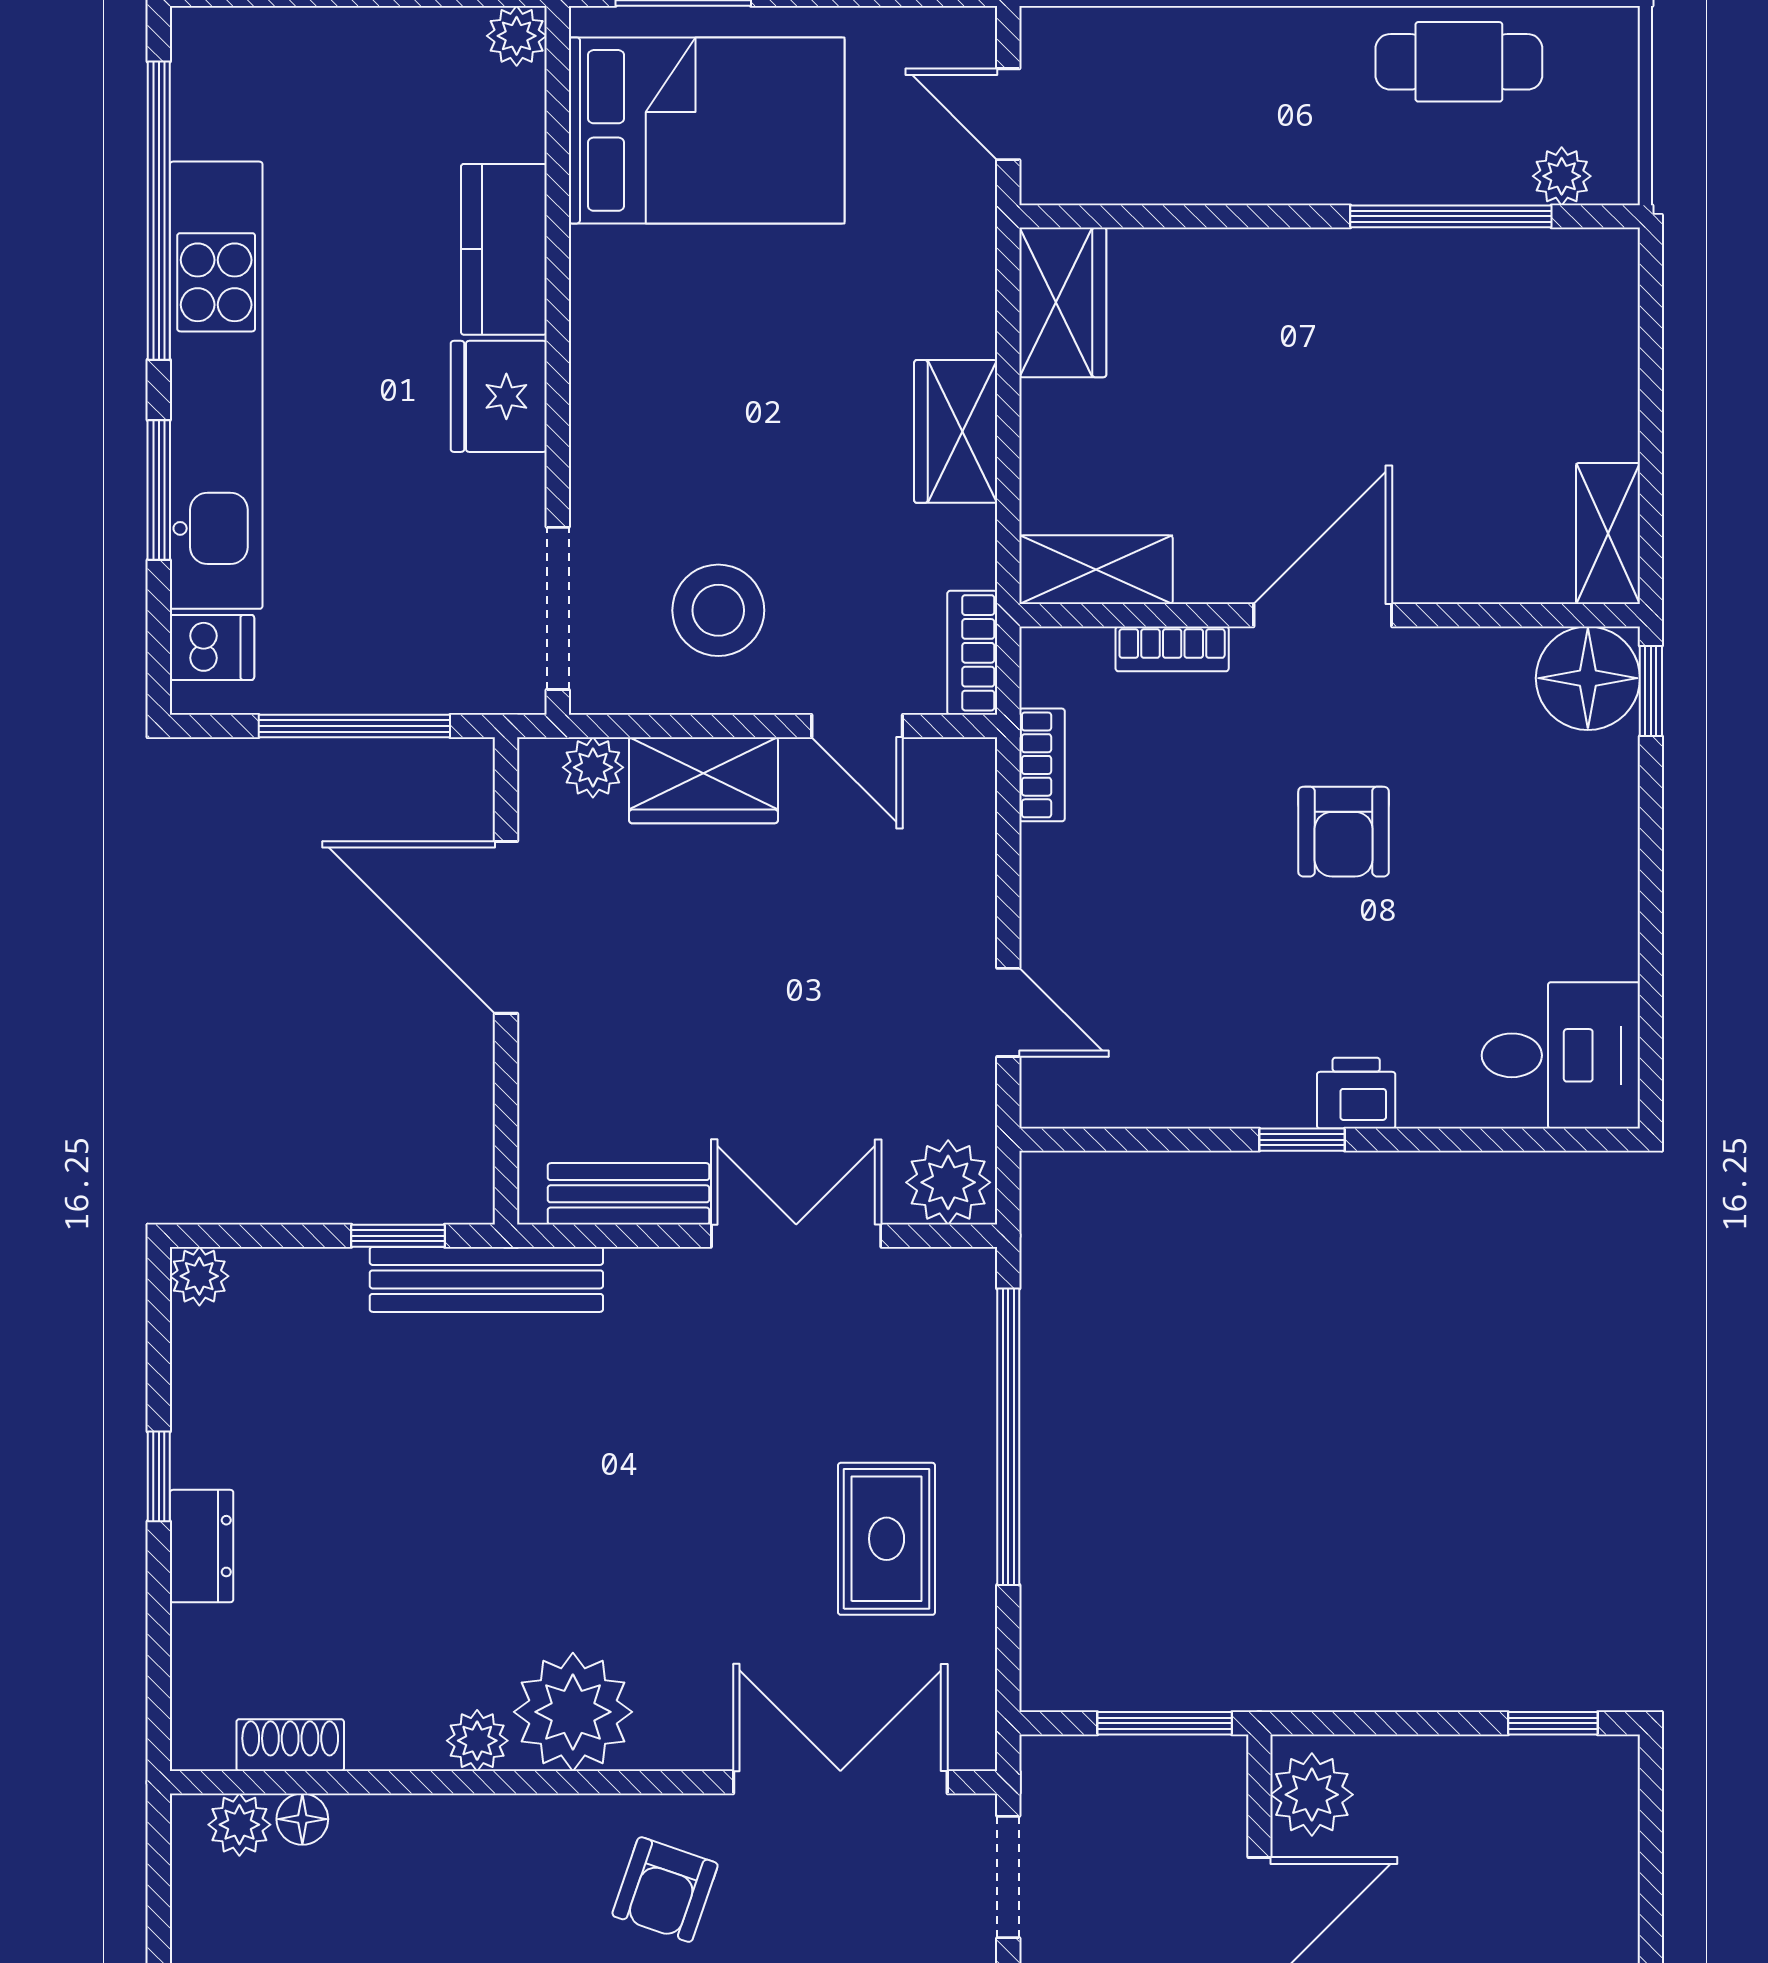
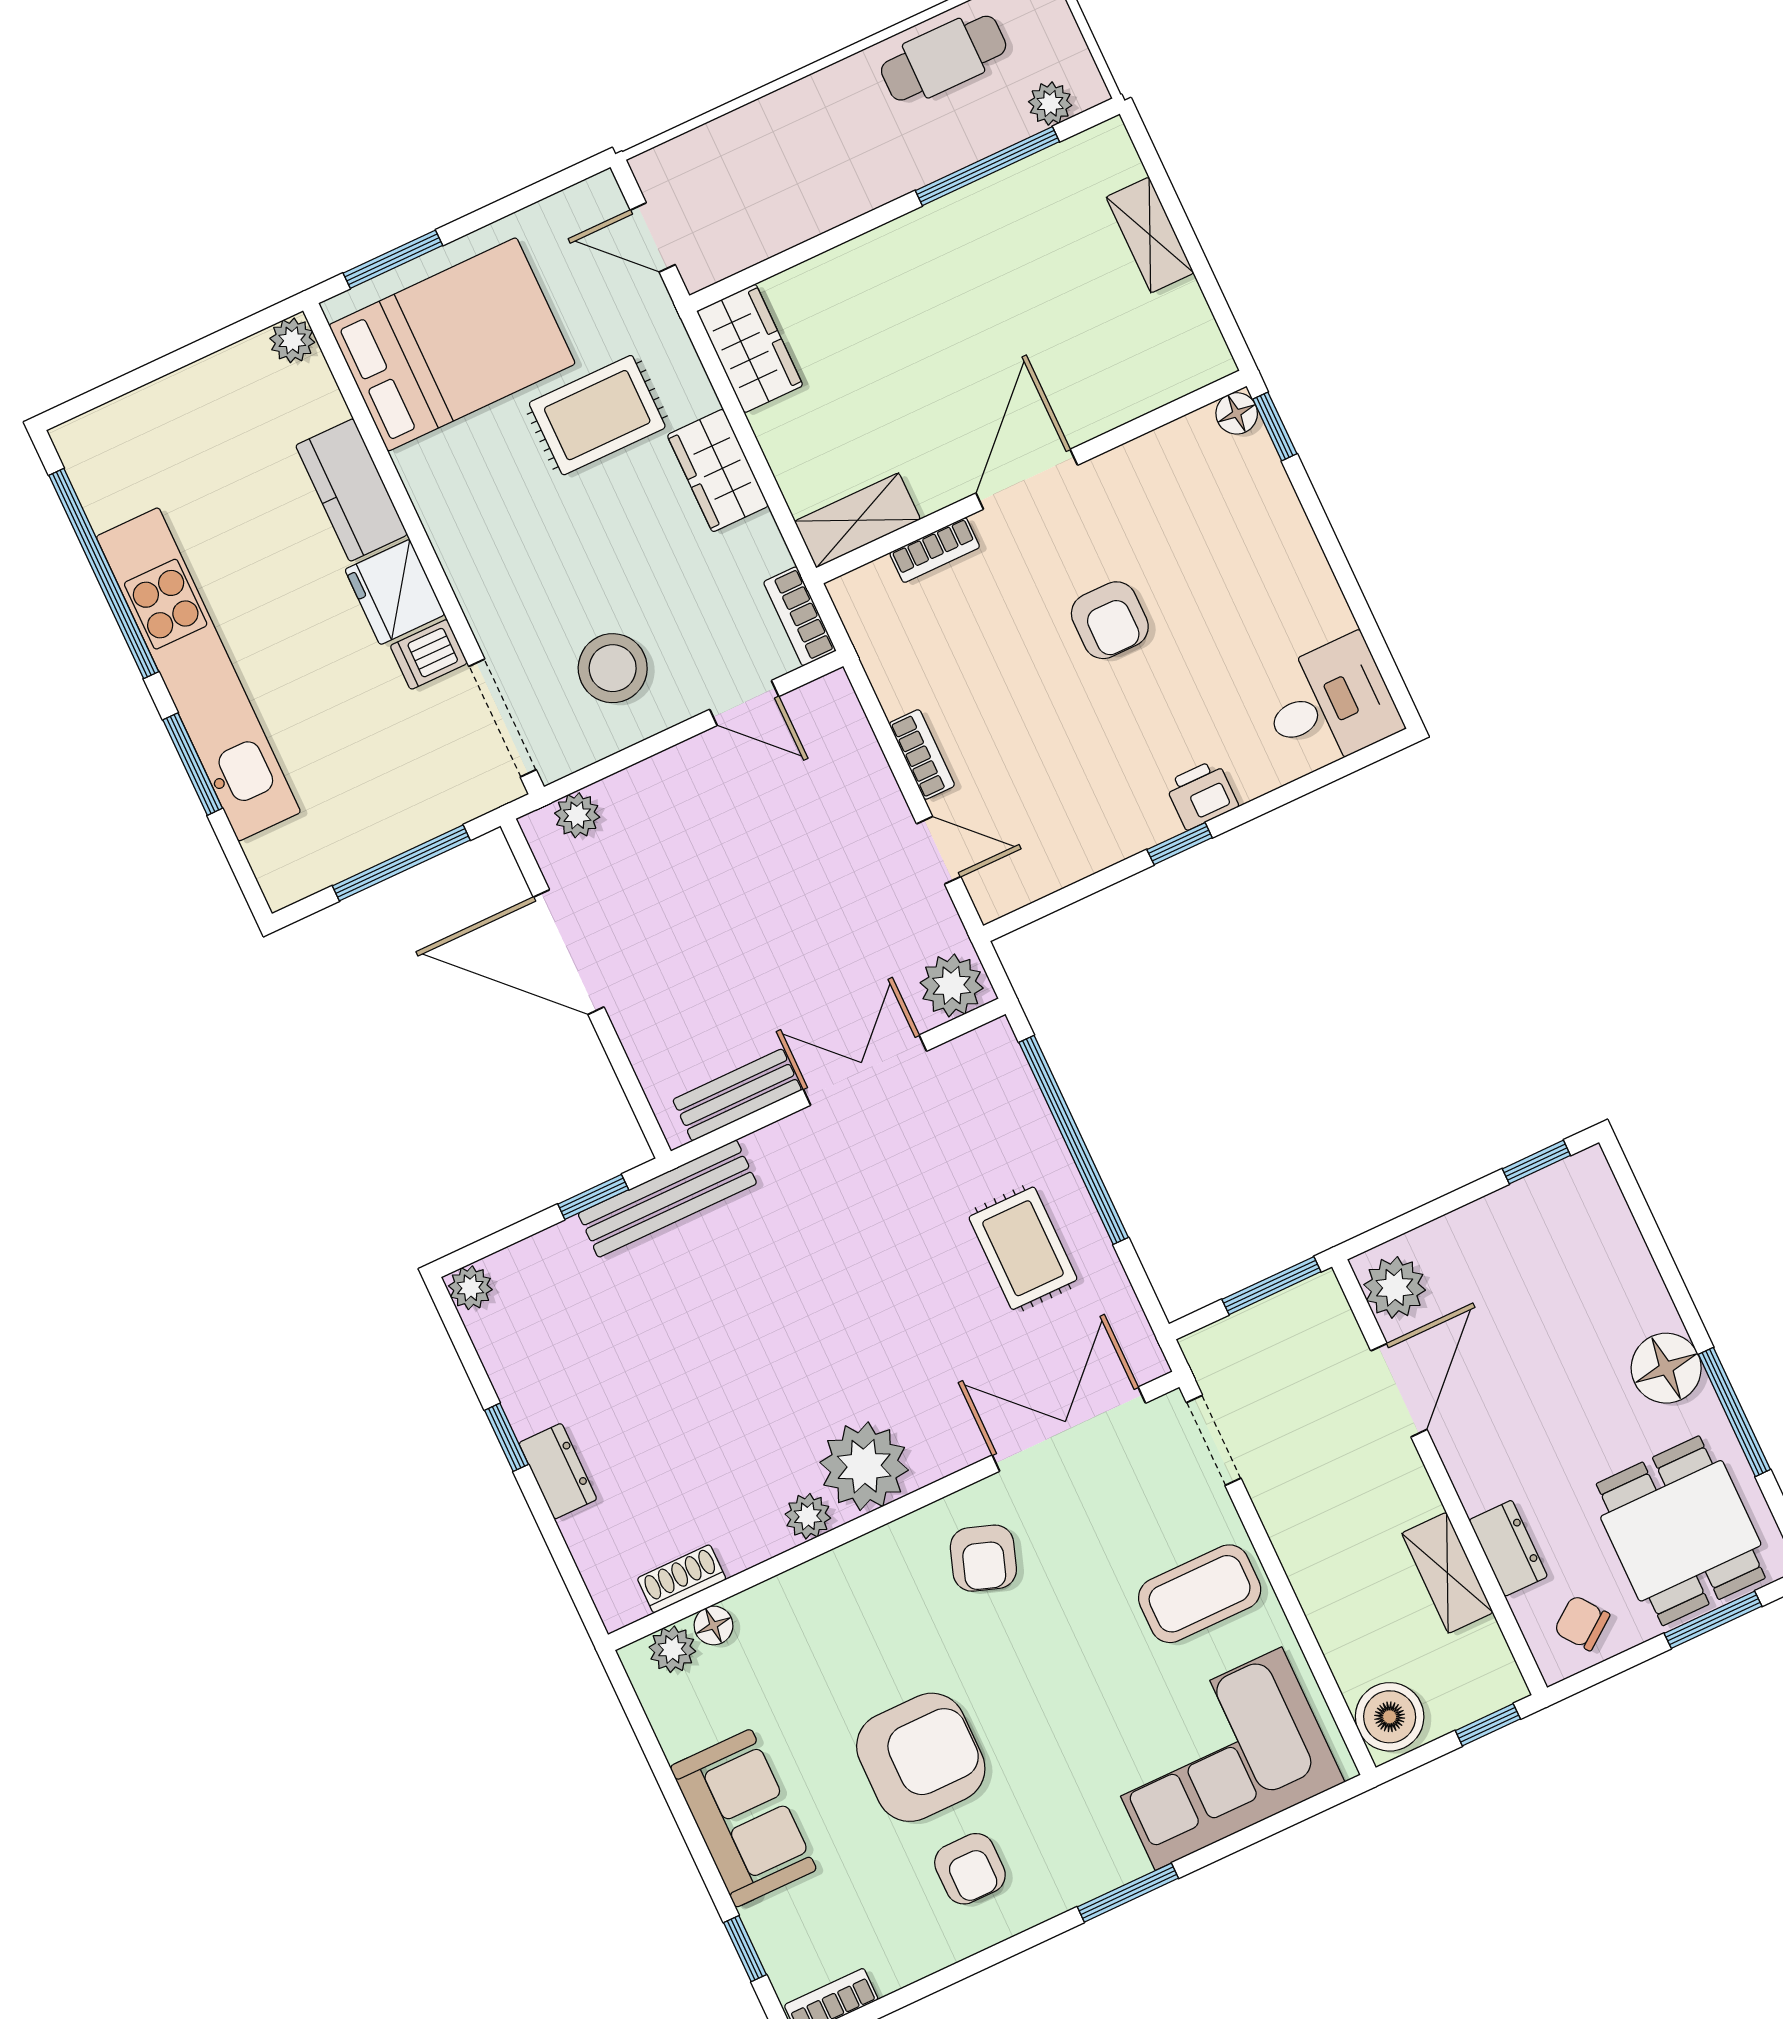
rug: (842, 297) -> (597, 415), added
shelving: (1608, 533) -> (1150, 235), moved
dishwasher: (212, 647) -> (429, 654), moved, turned 180
floor lamp: (1588, 678) -> (1237, 413), width x0.53, depth x0.53
bookcase: (1042, 765) -> (922, 754), moved
wardrobe: (703, 780) -> (657, 789), removed

